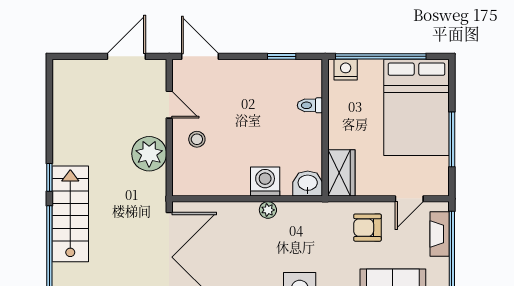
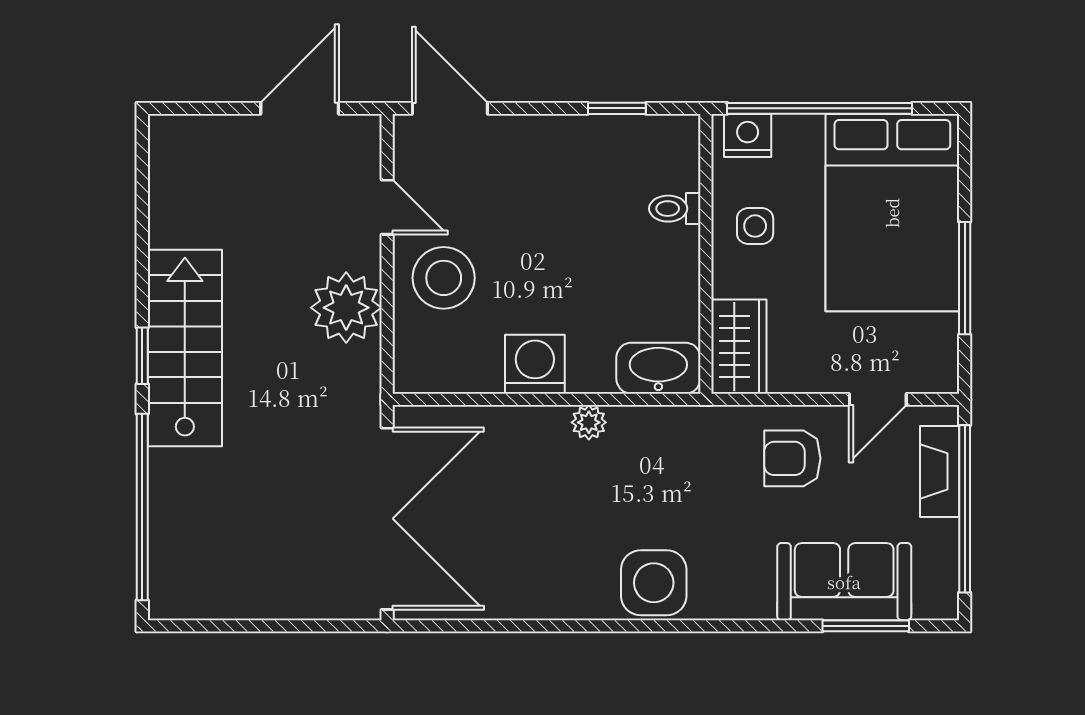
side table: (349, 114) -> (755, 226), added
stool: (197, 139) -> (444, 278), width x1.89, depth x1.89
washing machine: (265, 181) -> (535, 364), moved
washbasin: (308, 183) -> (658, 368), width x1.38
stairs: (70, 214) -> (185, 348), moved

